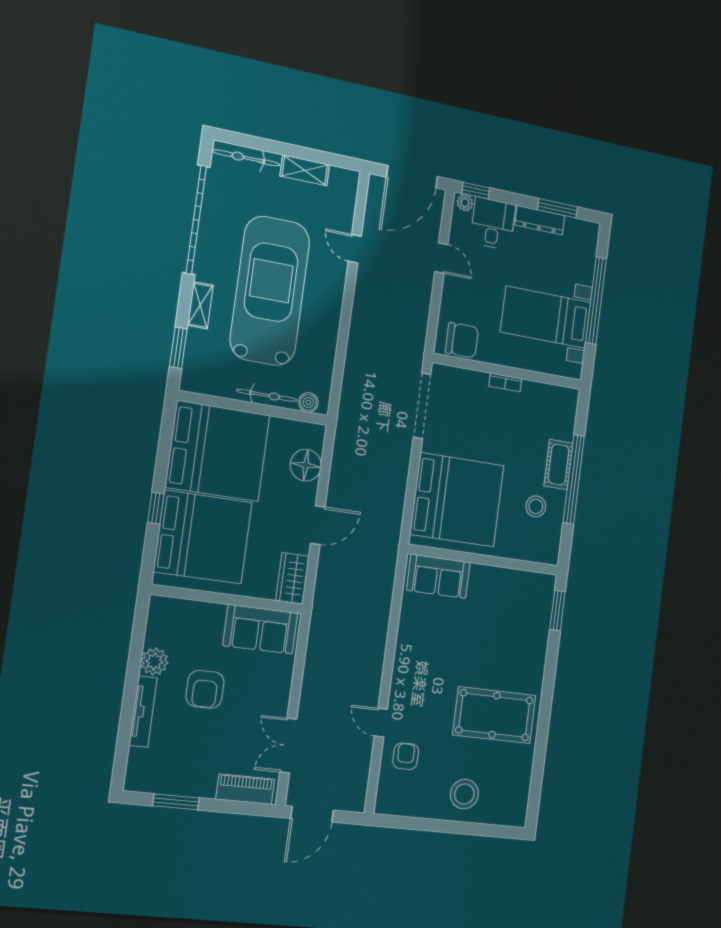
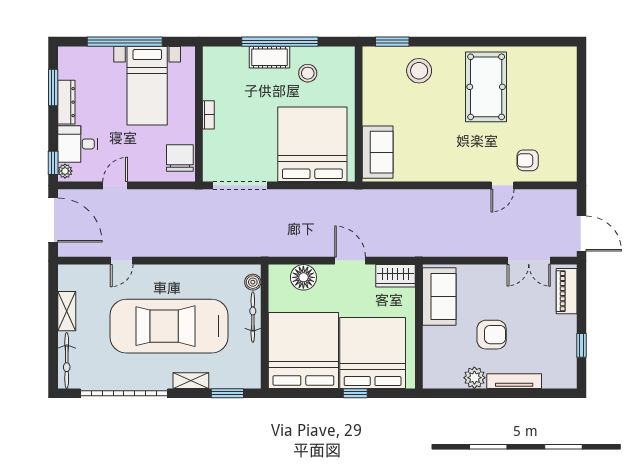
stool: (464, 794) -> (419, 71), moved
window: (176, 802) -> (581, 345), width x0.67

